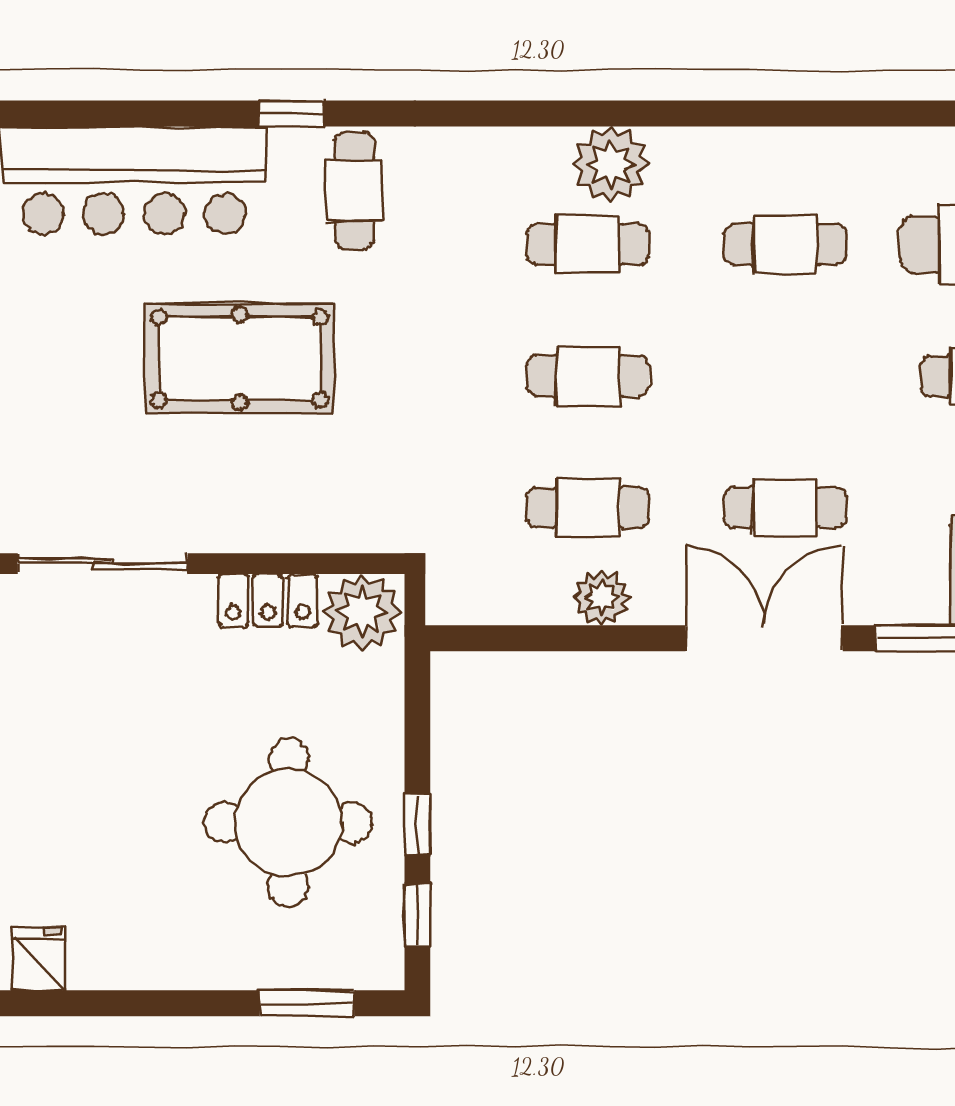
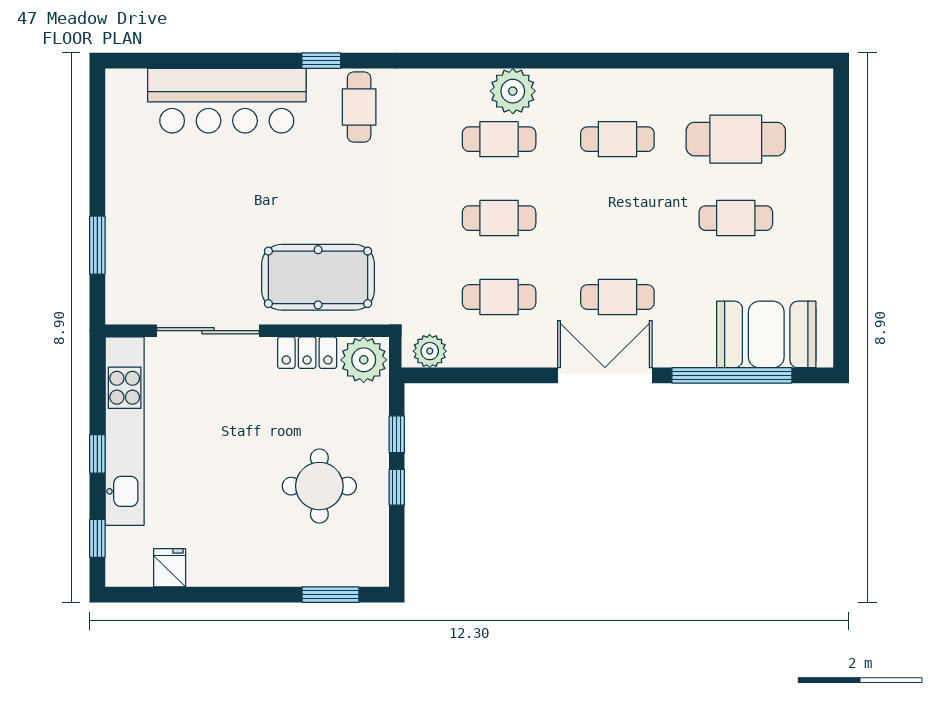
pool table: (240, 359) -> (318, 277), moved
plant: (602, 598) -> (430, 351), moved
round table: (288, 823) -> (319, 486), width x0.73, depth x0.73
window: (417, 915) -> (397, 434), moved

